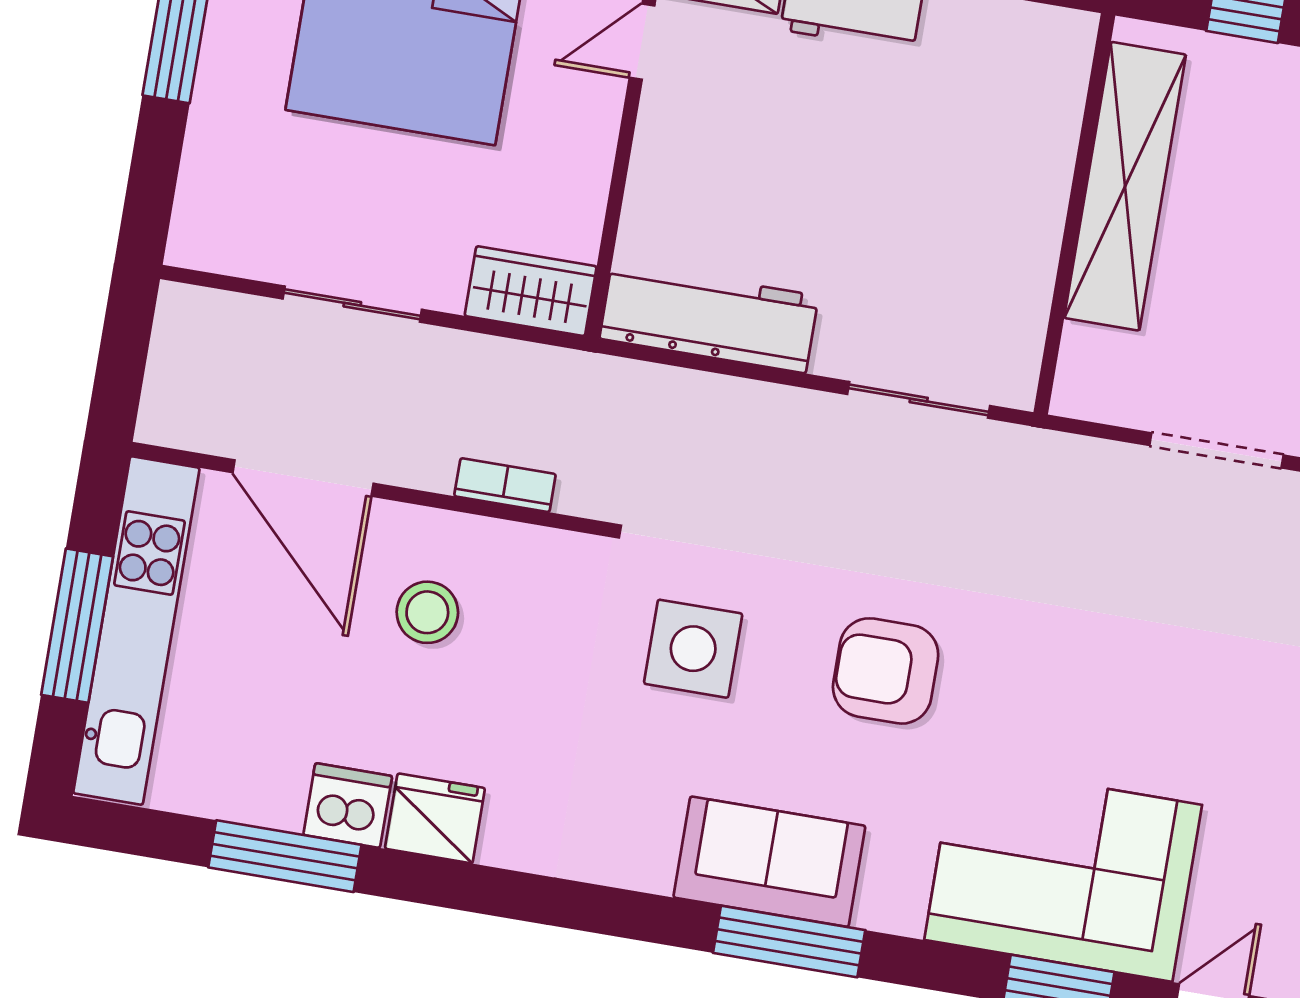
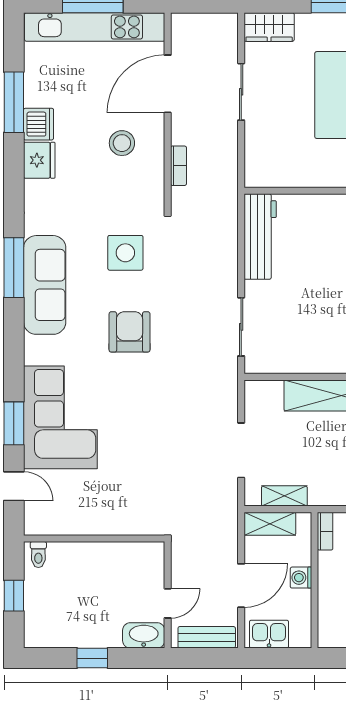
wardrobe: (531, 291) -> (269, 27), moved, turned 90
sofa: (769, 862) -> (45, 285), width x1.36
window: (789, 941) -> (14, 268), moved

